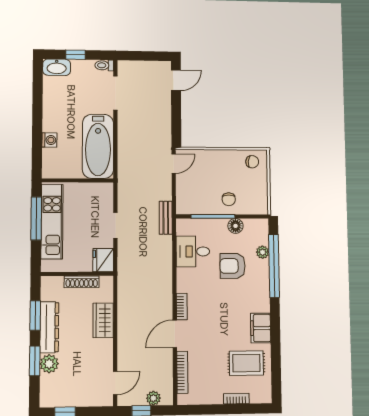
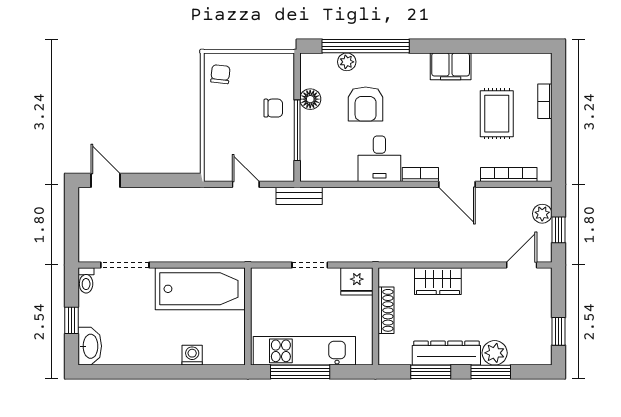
door: (174, 164) -> (246, 184), moved
desk: (193, 251) -> (379, 159), moved
rug: (246, 363) -> (497, 114), moved
door: (115, 383) -> (522, 265), hinge flipped

